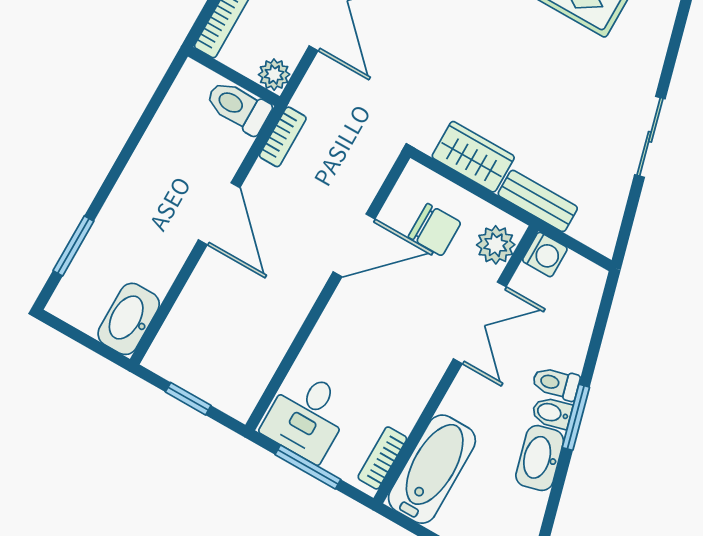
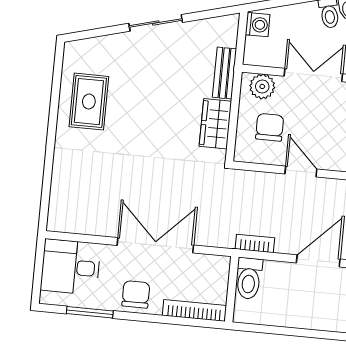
plant: (274, 75) -> (220, 266), removed
door: (354, 245) -> (301, 171), width x0.73
washing machine: (545, 254) -> (258, 25), moved, turned 90

